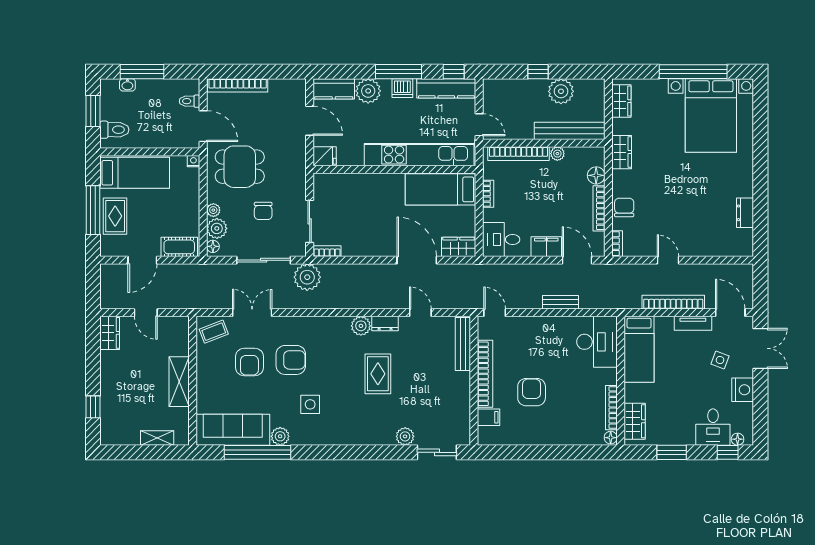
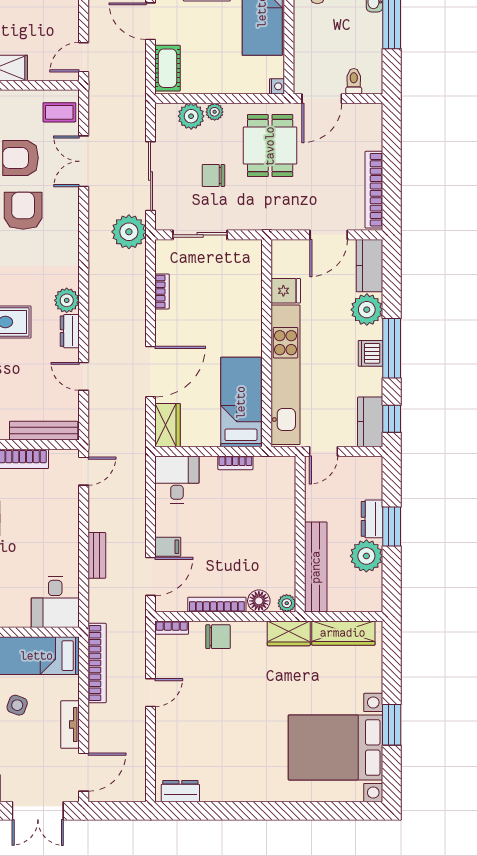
window: (538, 72) -> (392, 527), width x1.50
window: (693, 72) -> (392, 725), width x0.47
bookcase: (238, 85) -> (374, 190), moved
dresser: (532, 87) -> (372, 519), added
kitchen counter: (446, 88) -> (370, 422), width x0.67
wardrobe: (621, 101) -> (343, 633), width x1.50
bookcase: (518, 154) -> (287, 502), removed
plant: (557, 154) -> (287, 603), moved
fridge: (325, 156) -> (286, 291), moved, turned -90
dresser: (745, 213) -> (180, 791), moved
floor lamp: (213, 246) -> (168, 111), removed
filing cabinet: (546, 247) -> (168, 547), width x0.50
bookcase: (327, 251) -> (162, 292), moved
bookcase: (673, 302) -> (97, 663), moved
door: (146, 313) -> (84, 57), moved
double door: (252, 313) -> (84, 161), swing flipped
door: (420, 313) -> (84, 376), swing flipped
coffee table: (214, 332) -> (59, 112), turned -69
desk: (597, 342) -> (55, 602), width x0.73
armchair: (291, 360) -> (23, 211), turned 180
side table: (720, 360) -> (17, 705), moved

